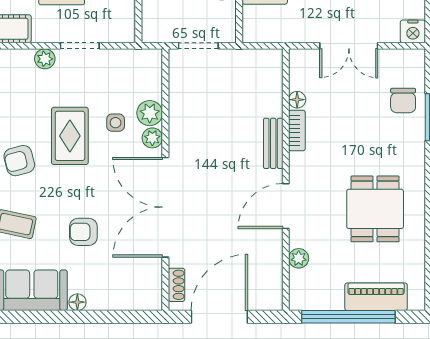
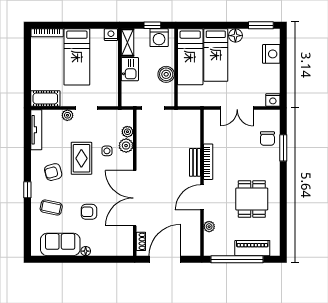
floor lamp: (297, 100) -> (208, 138), removed
bookcase: (297, 131) -> (208, 162), width x1.56
plant: (152, 138) -> (127, 132), moved

